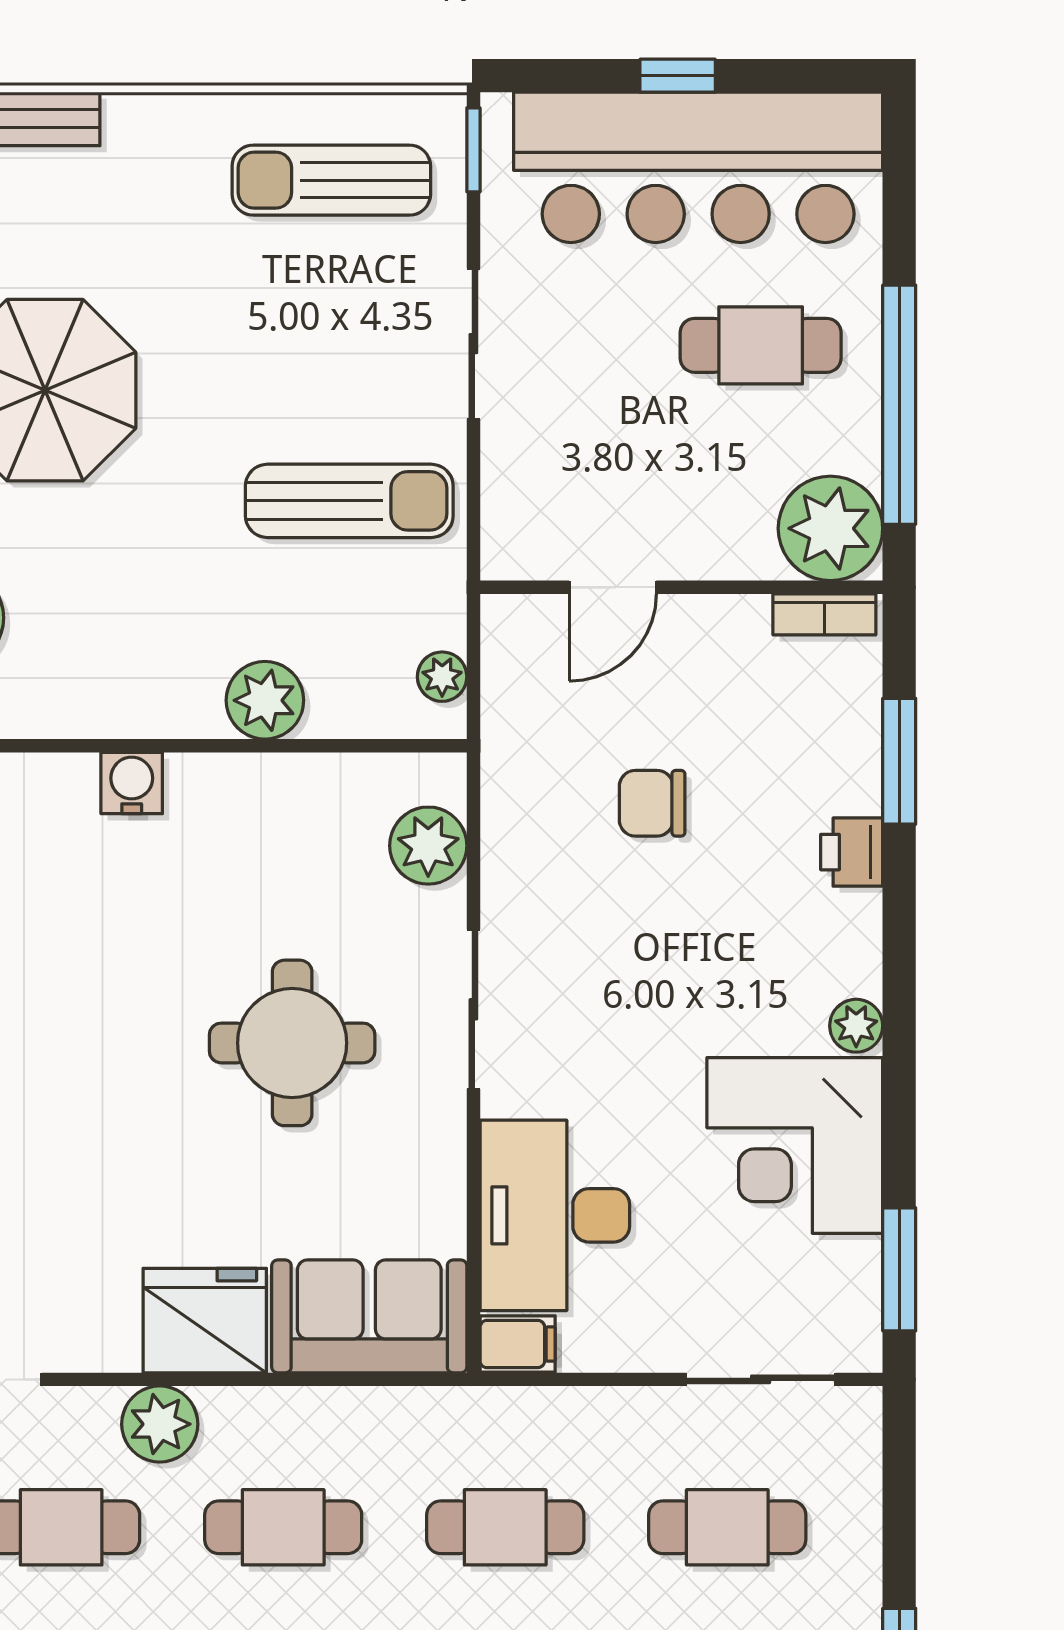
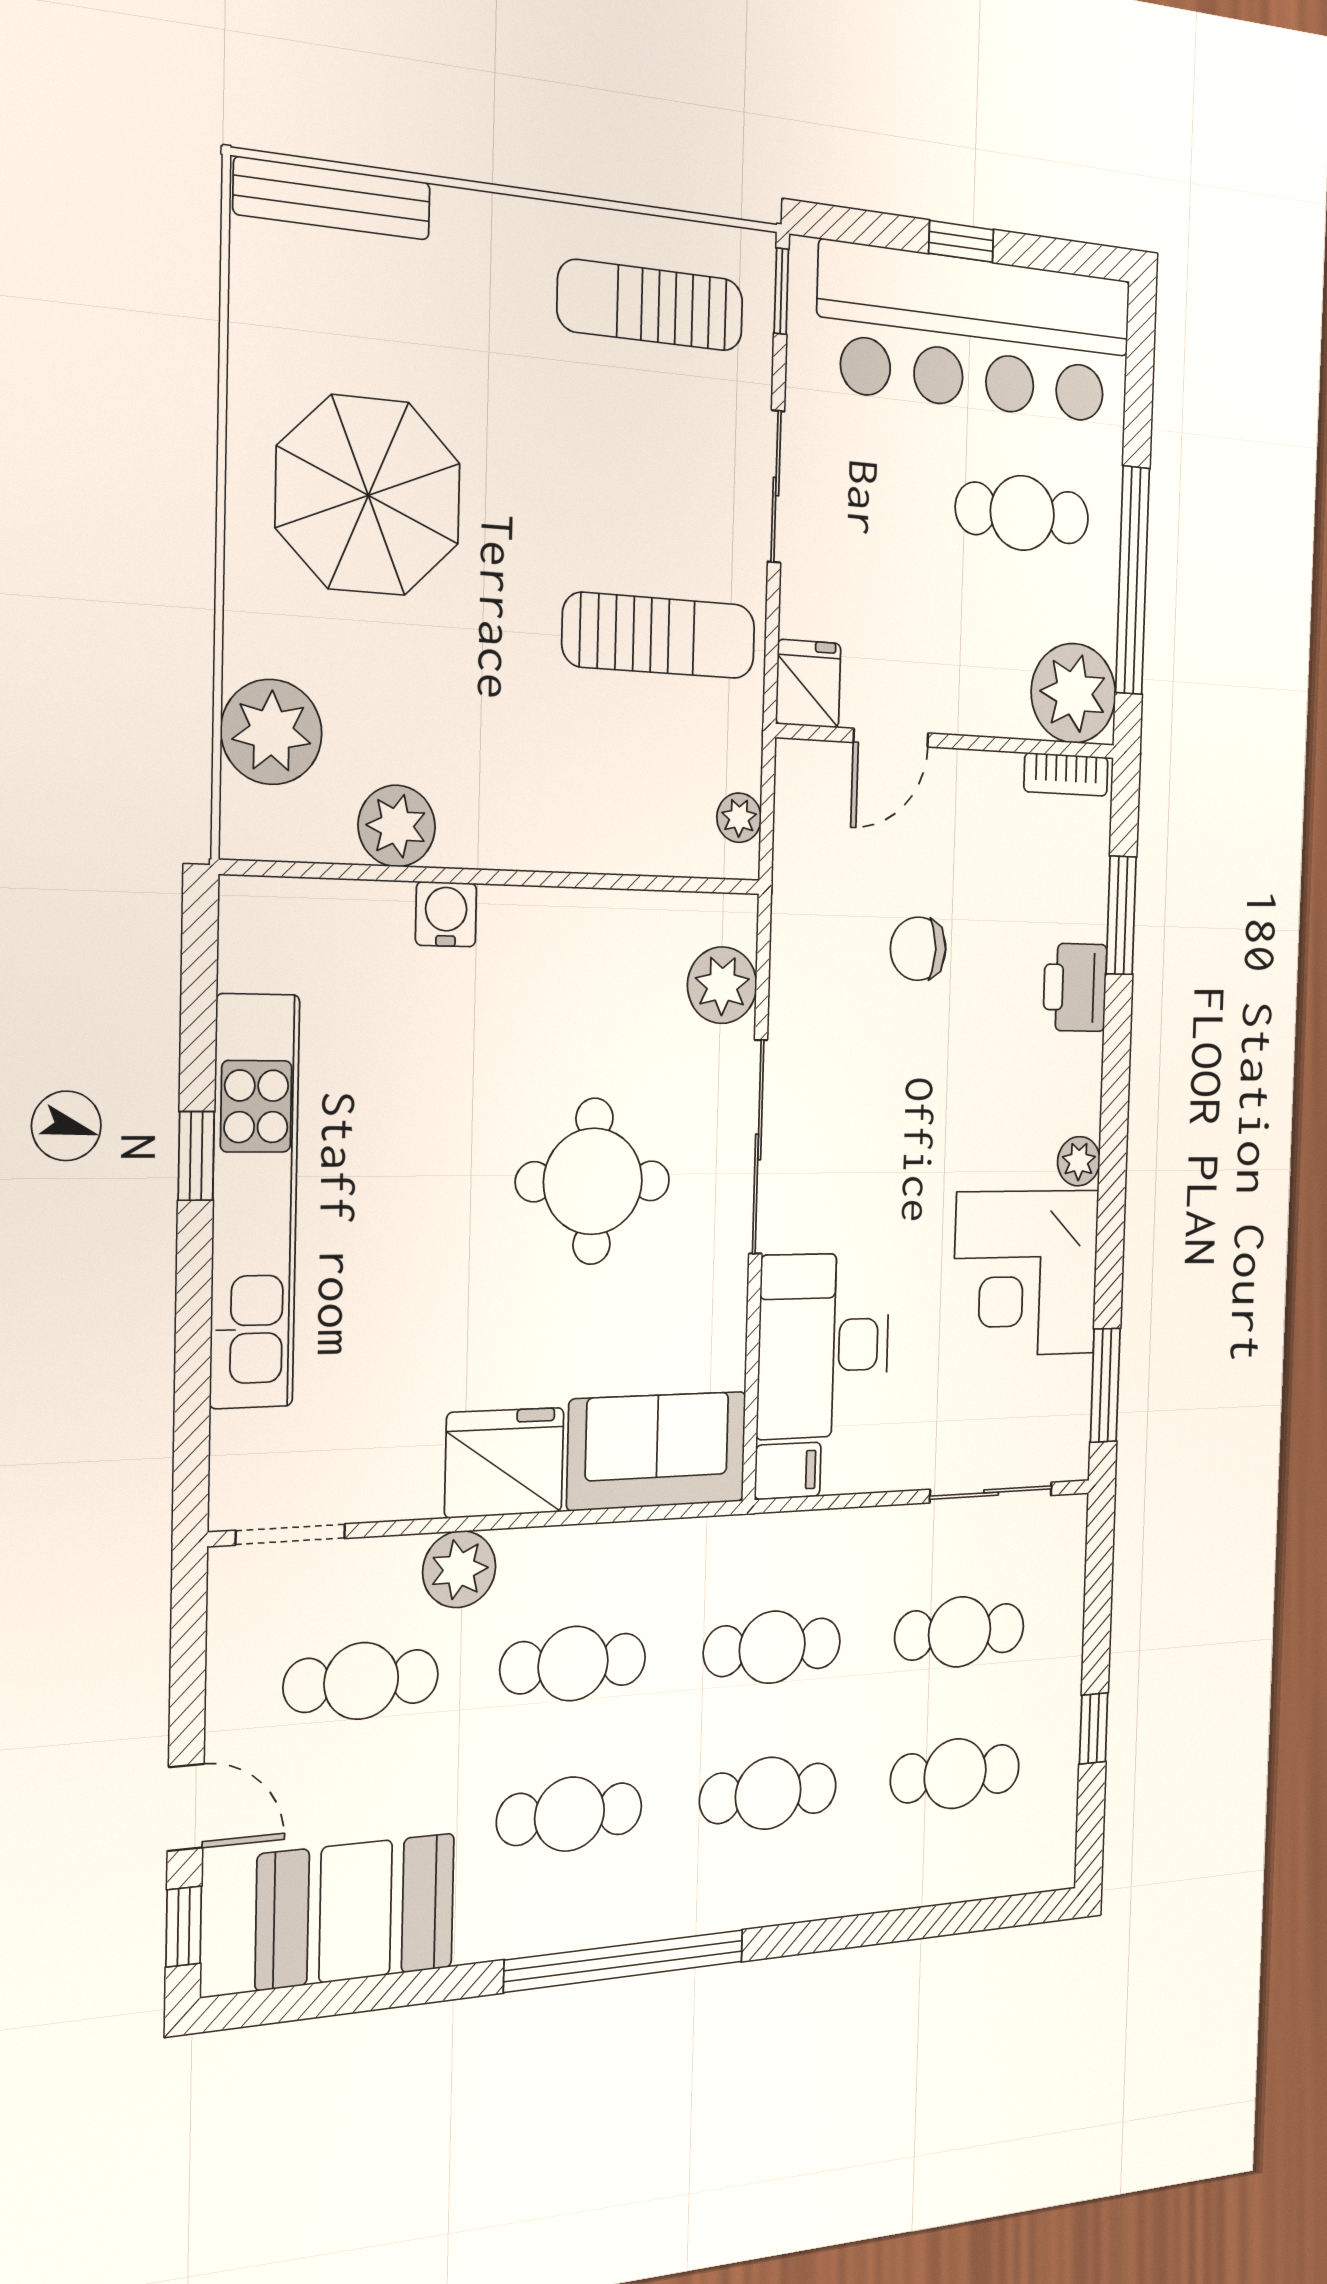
fridge: (516, 538) -> (808, 684), added
plant: (265, 700) -> (397, 826), moved
printer: (852, 852) -> (1075, 987), width x1.36, depth x1.24
sliding door: (473, 1009) -> (758, 1147), width x1.37

